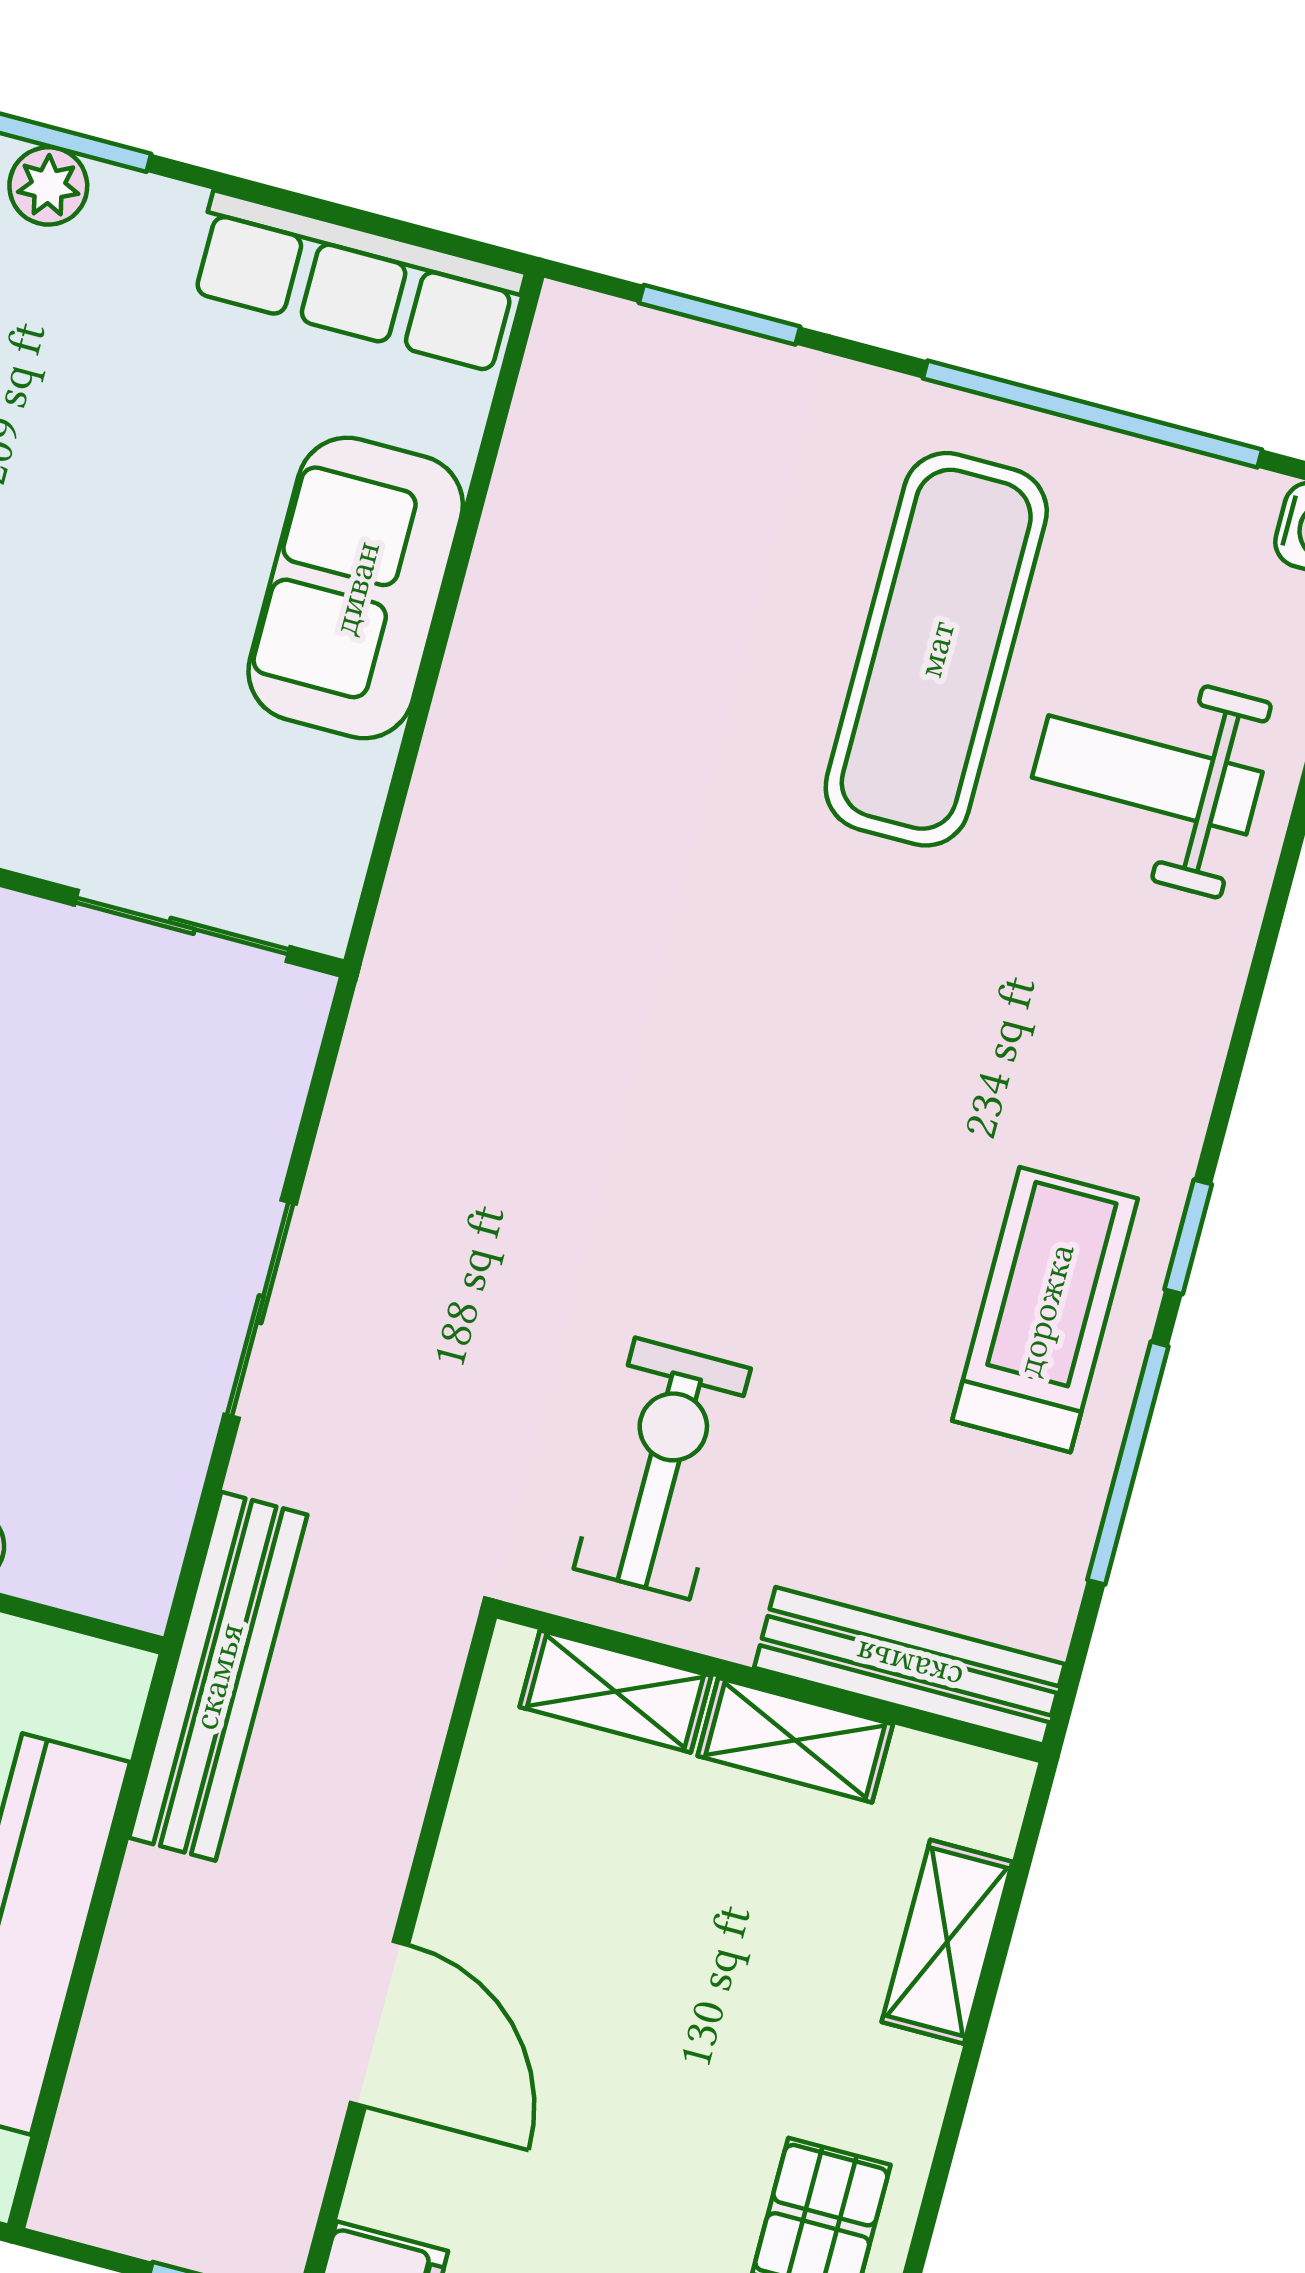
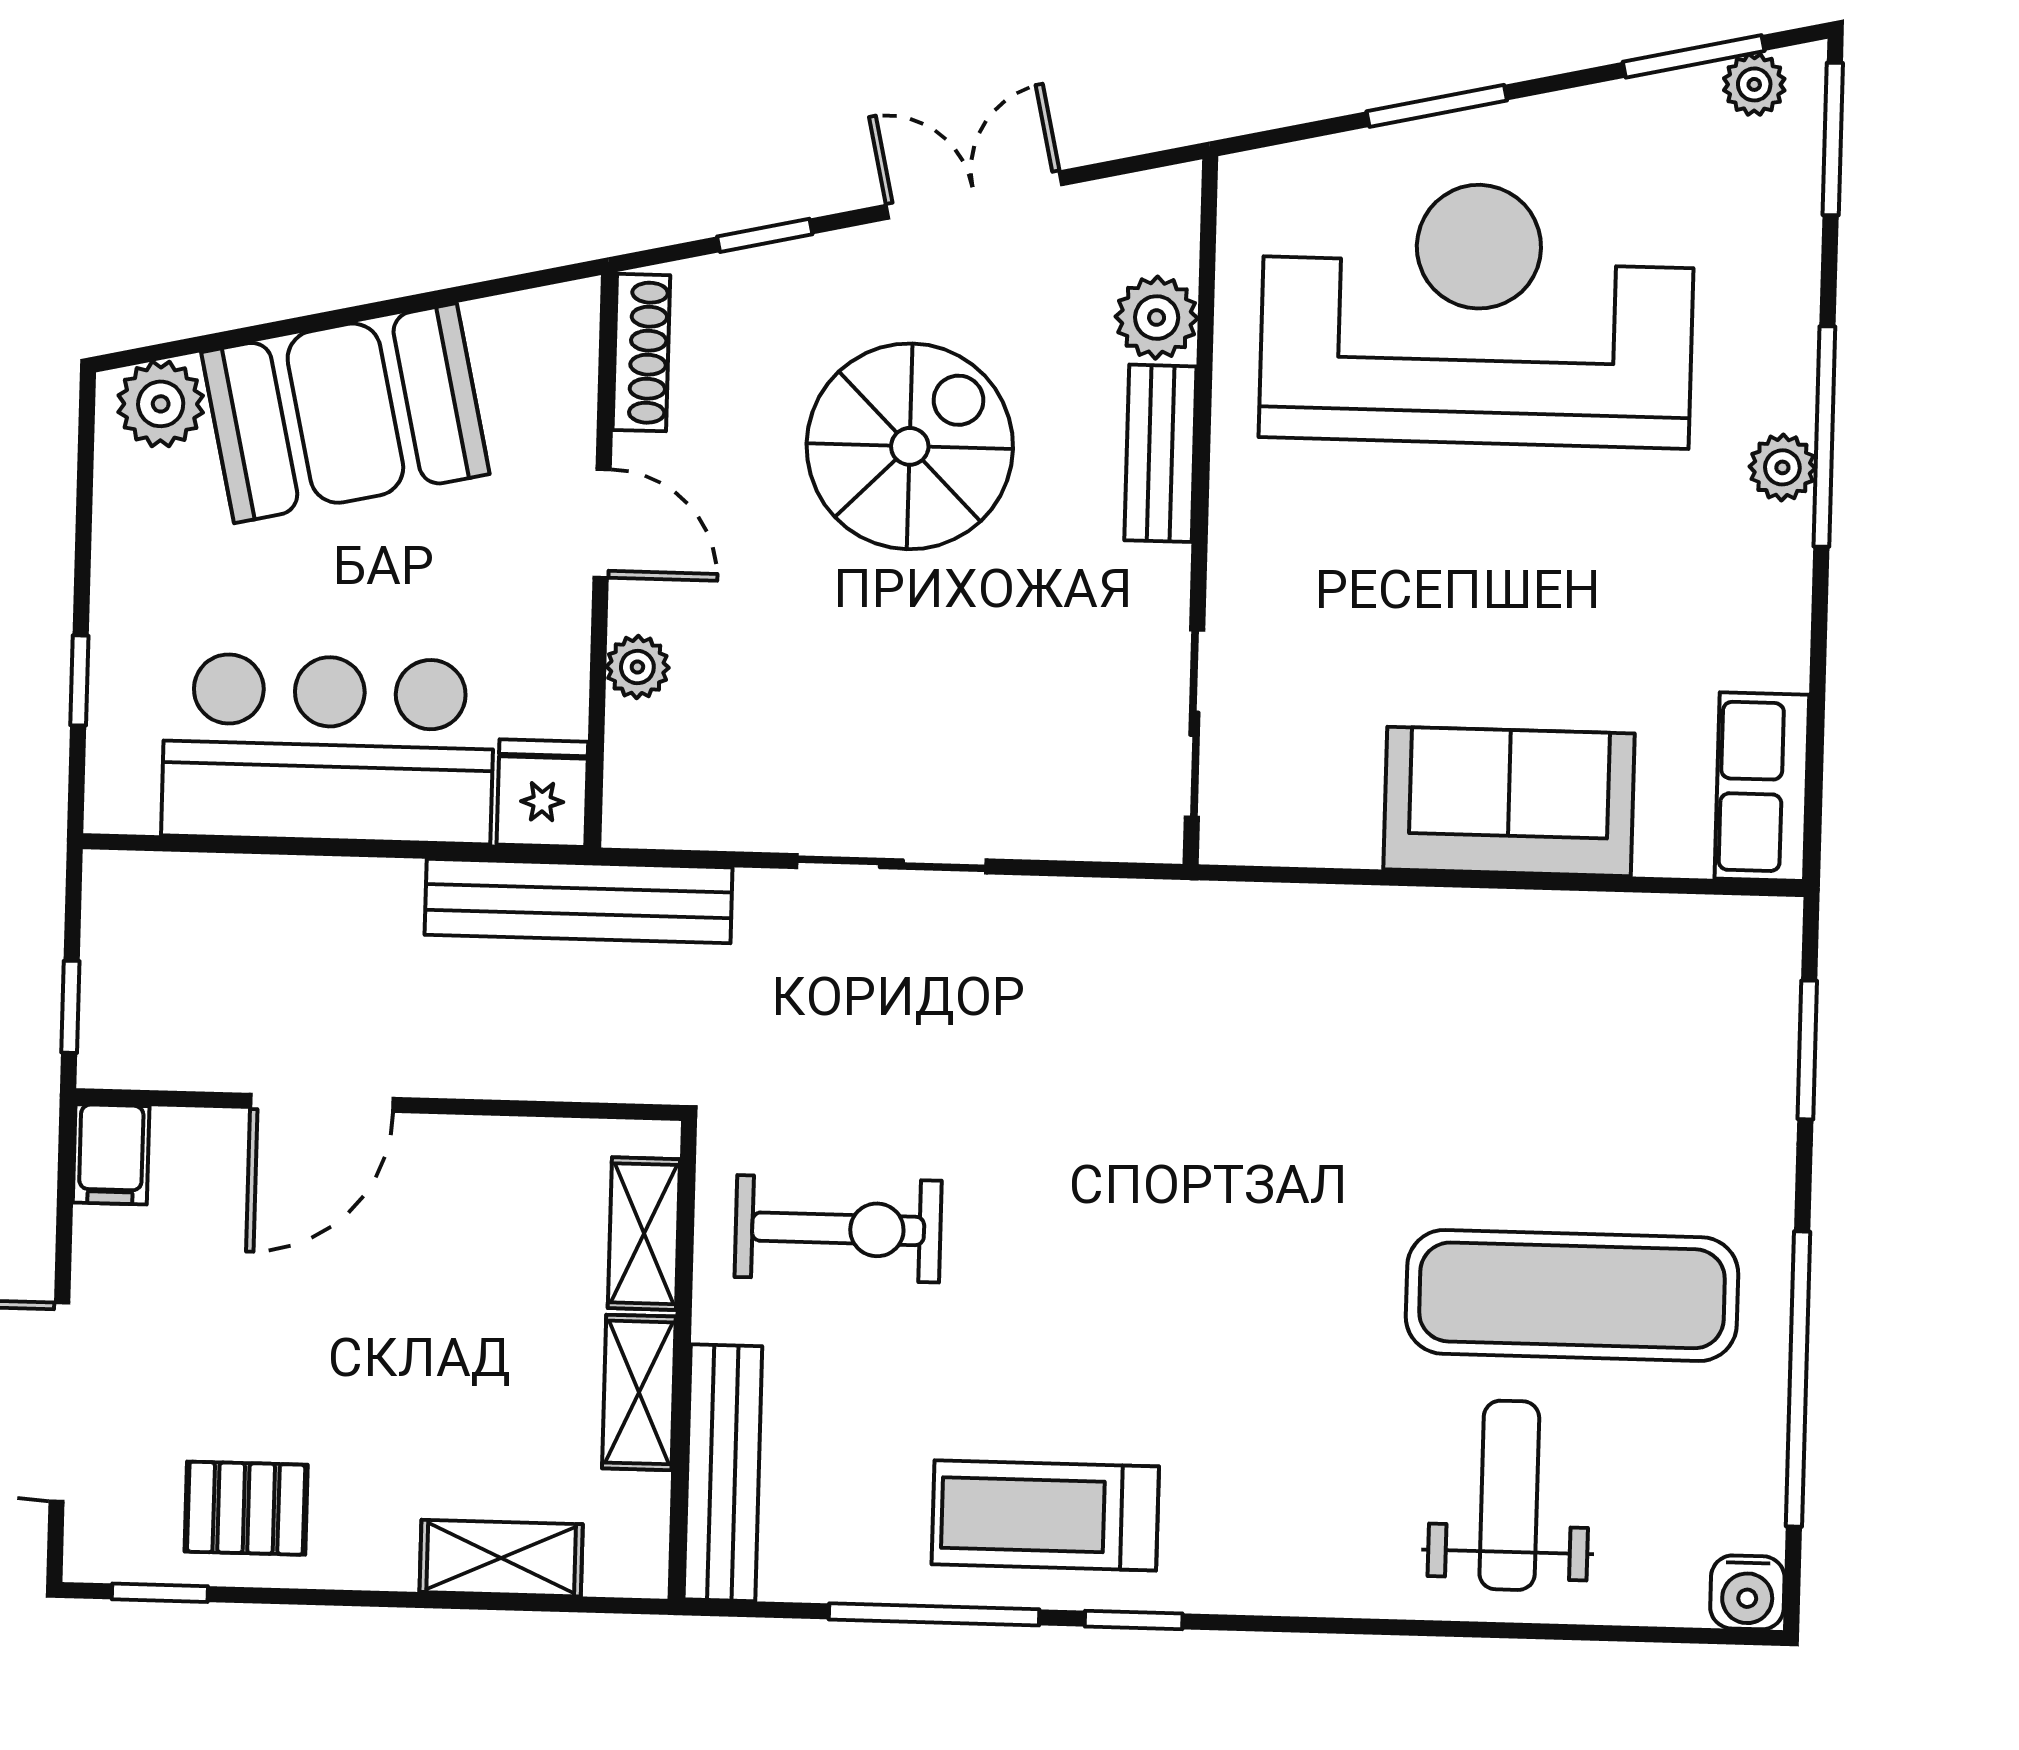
row of seats: (356, 282) -> (1762, 787), width x0.68
treadmill: (1045, 1310) -> (1045, 1515), turned 180
fridge: (86, 1689) -> (542, 793), added

